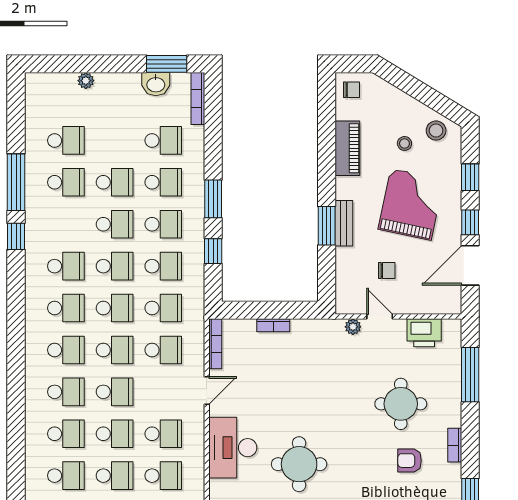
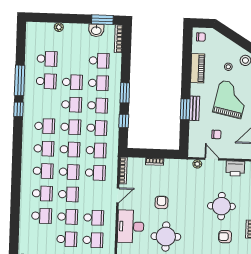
armchair: (289, 401) -> (162, 202), added
school desk: (66, 476) -> (41, 238), removed

